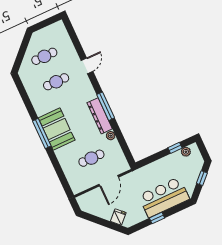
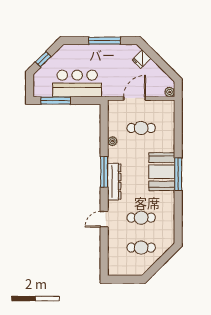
dresser: (100, 116) -> (114, 182), moved
window: (175, 148) -> (56, 101), width x2.17
plant: (186, 152) -> (170, 92), moved
bar counter: (164, 197) -> (77, 84), moved, turned 180
window: (157, 218) -> (105, 41), width x2.17

